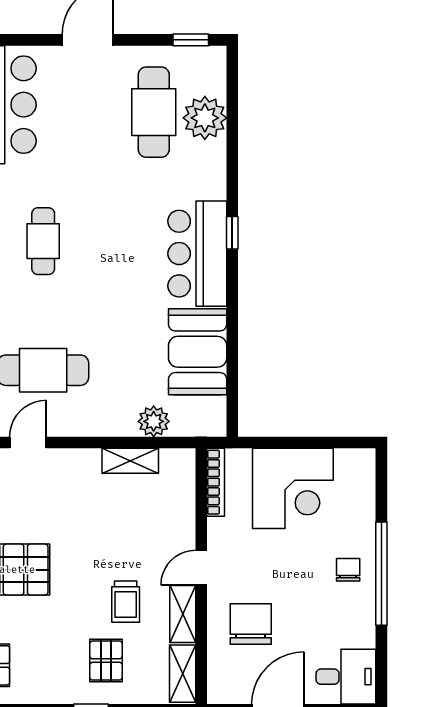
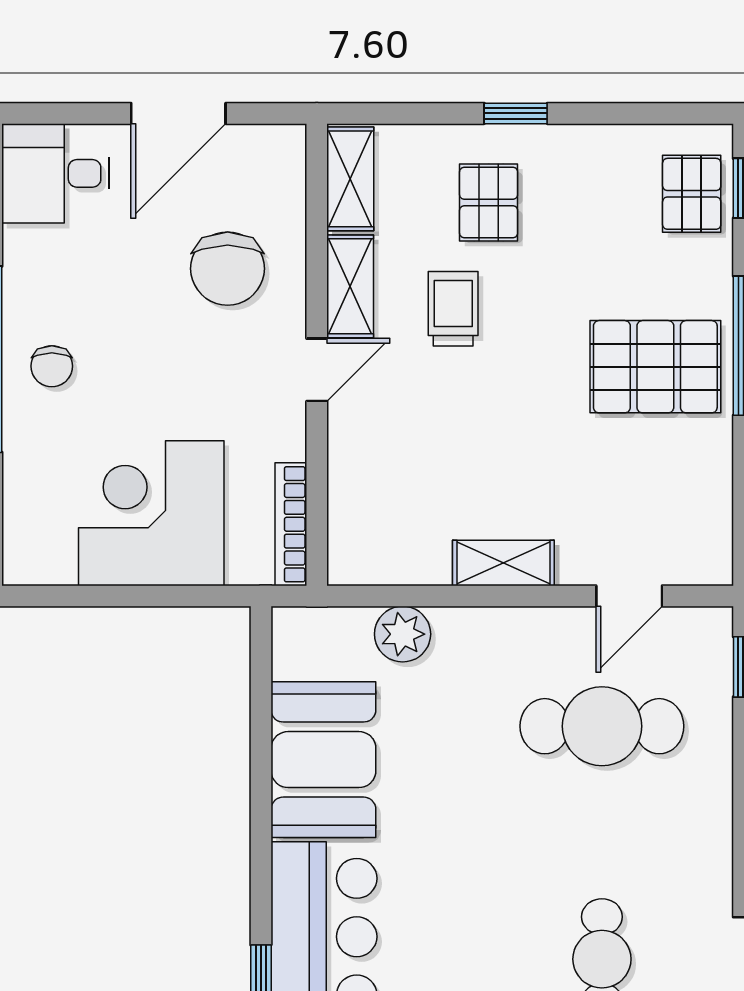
shelving: (130, 461) -> (503, 563), moved

